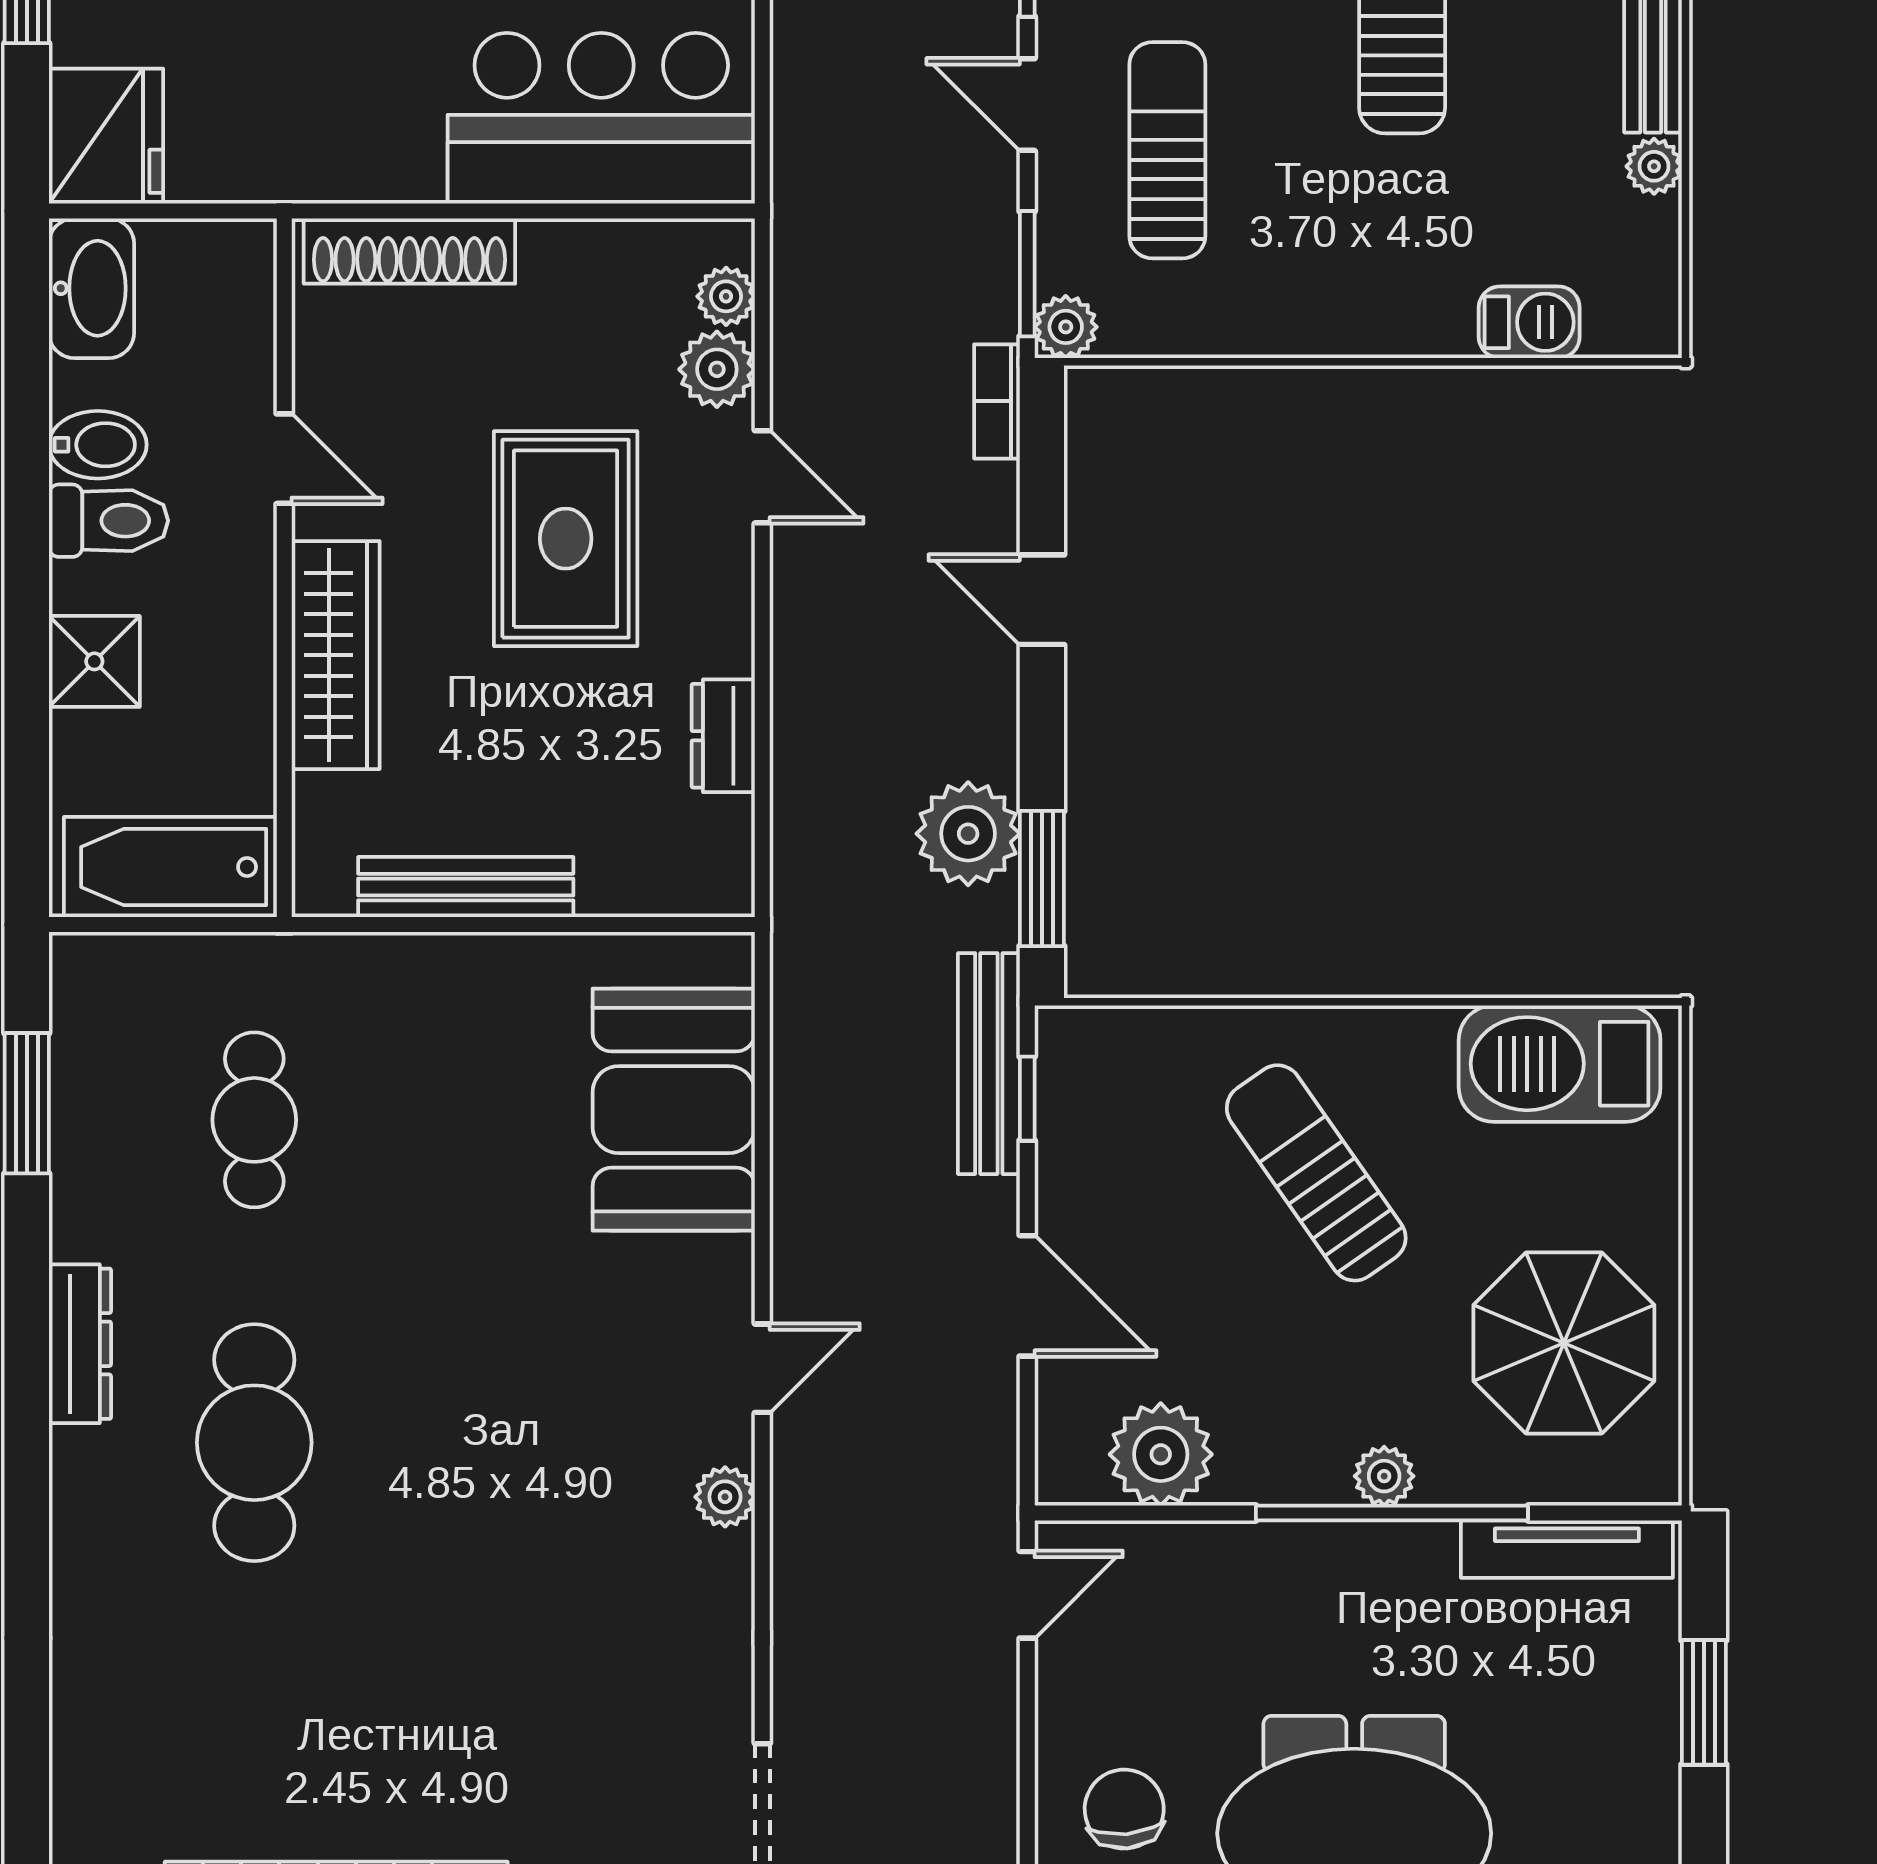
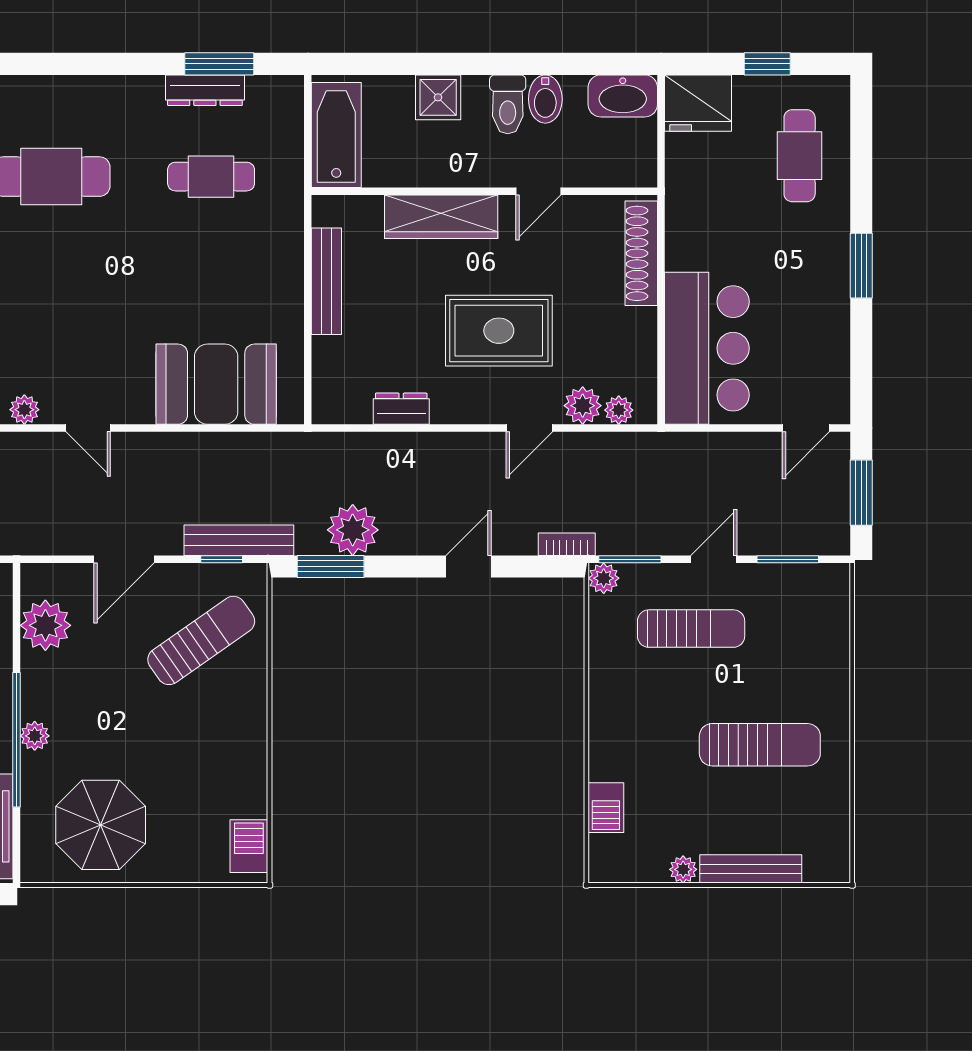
barbecue: (1560, 1064) -> (249, 846), width x0.53, depth x0.65
sun lounger: (1316, 1173) -> (201, 640), moved
dresser: (80, 1344) -> (205, 90), moved

